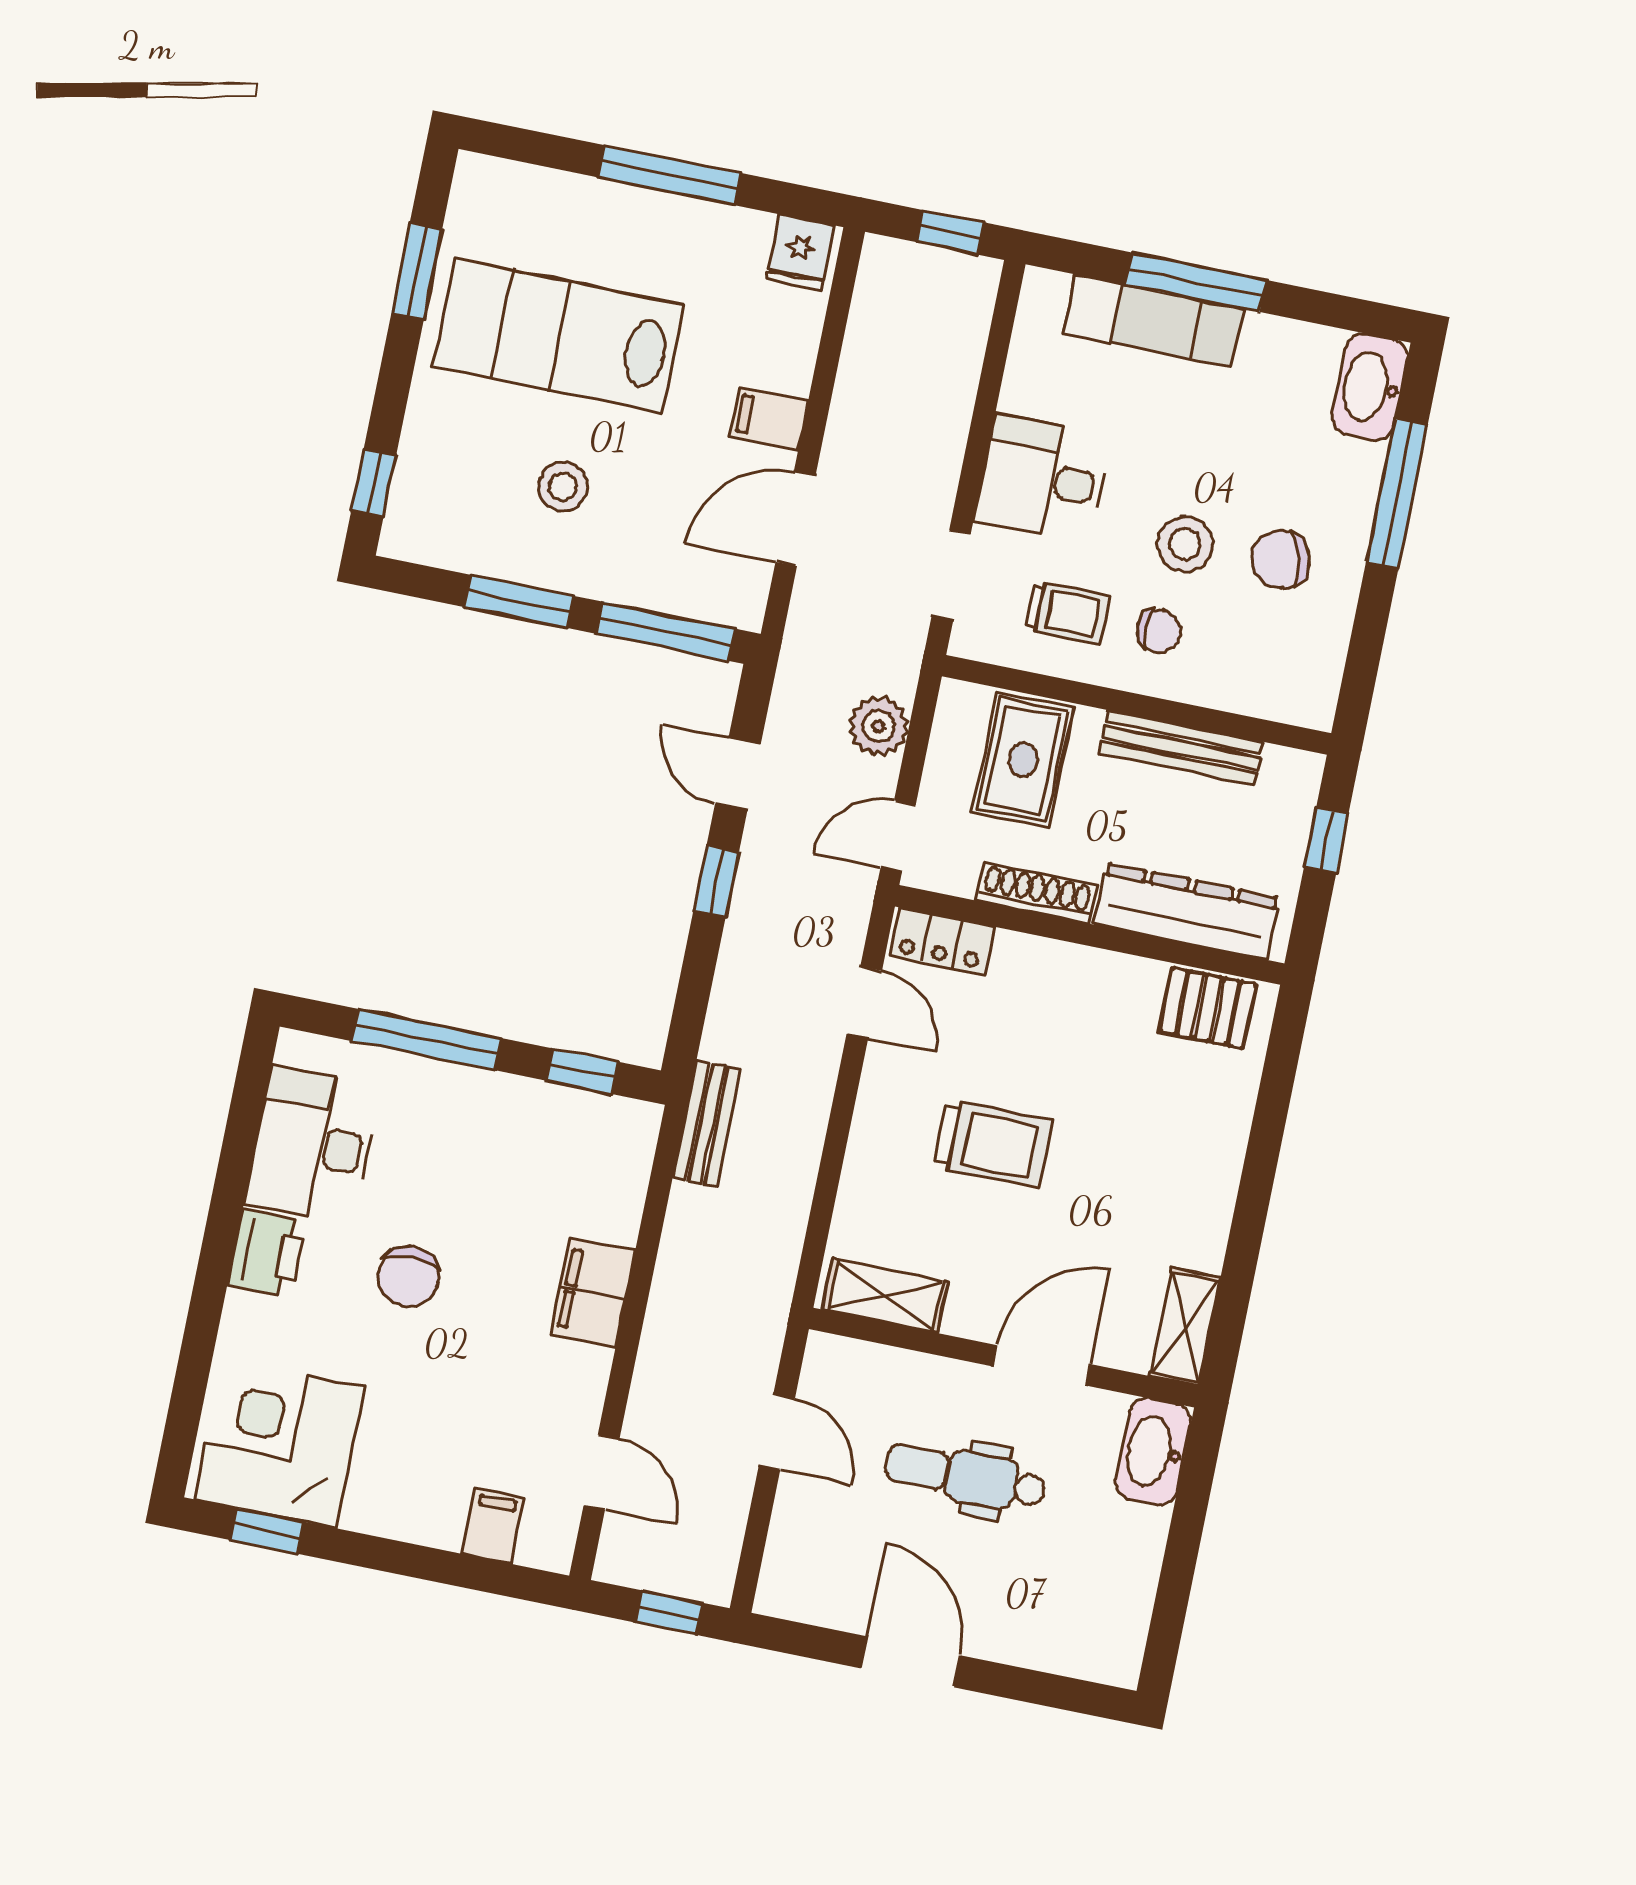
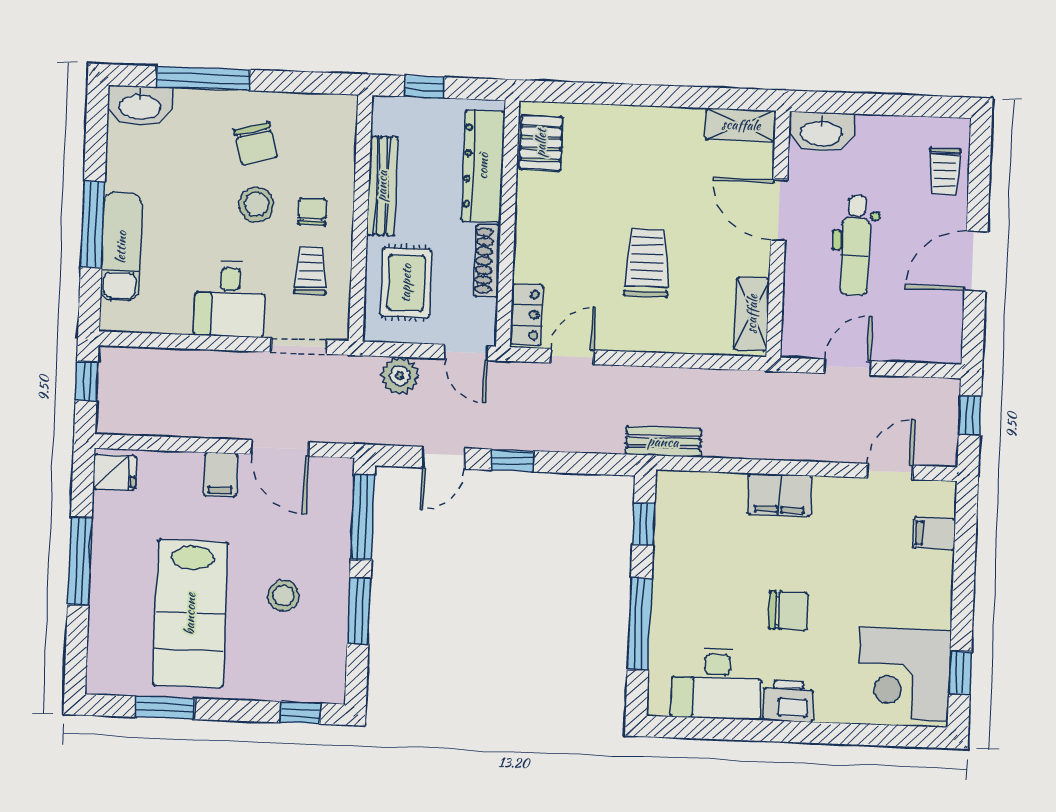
rug: (1023, 760) -> (406, 283), turned 90
trolley: (1060, 1635) -> (944, 171), added

